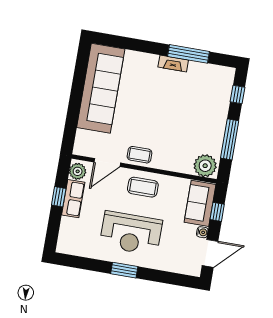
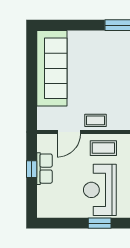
fireplace: (173, 64) -> (111, 36), removed
plant: (78, 171) -> (44, 144), removed
reception desk: (131, 233) -> (100, 190), turned 90

